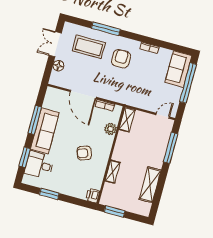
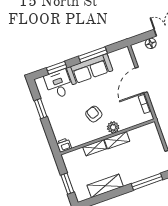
shelving: (127, 120) -> (117, 140), moved
plant: (111, 129) -> (113, 127), moved
window: (114, 211) -> (67, 184), moved

